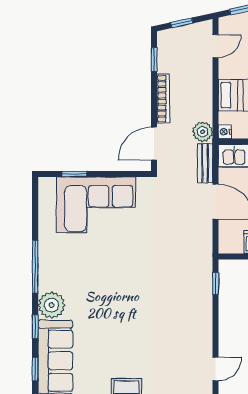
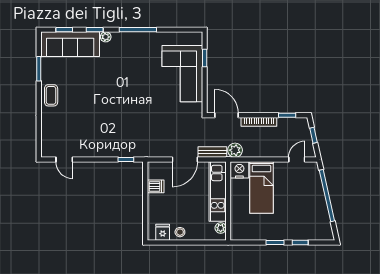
door: (215, 46) -> (297, 160), swing flipped
nightstand: (225, 132) -> (239, 170), width x1.89, depth x1.79
plant: (51, 305) -> (106, 37), width x0.53, depth x0.53

